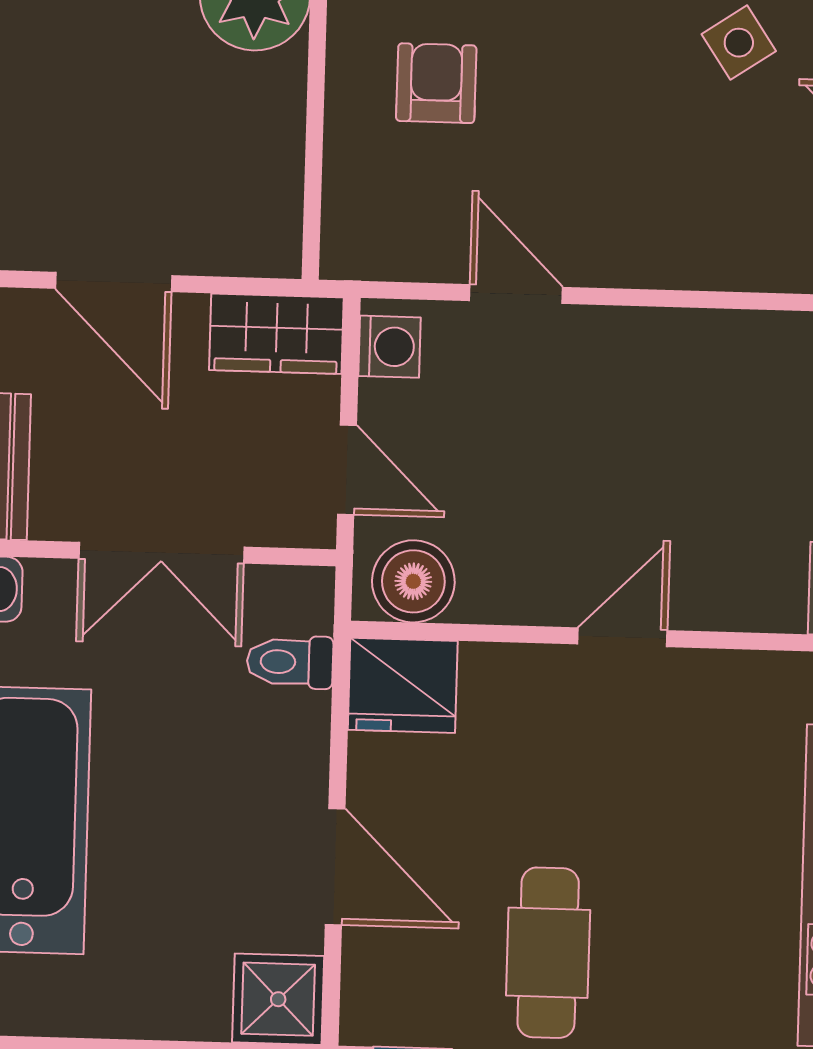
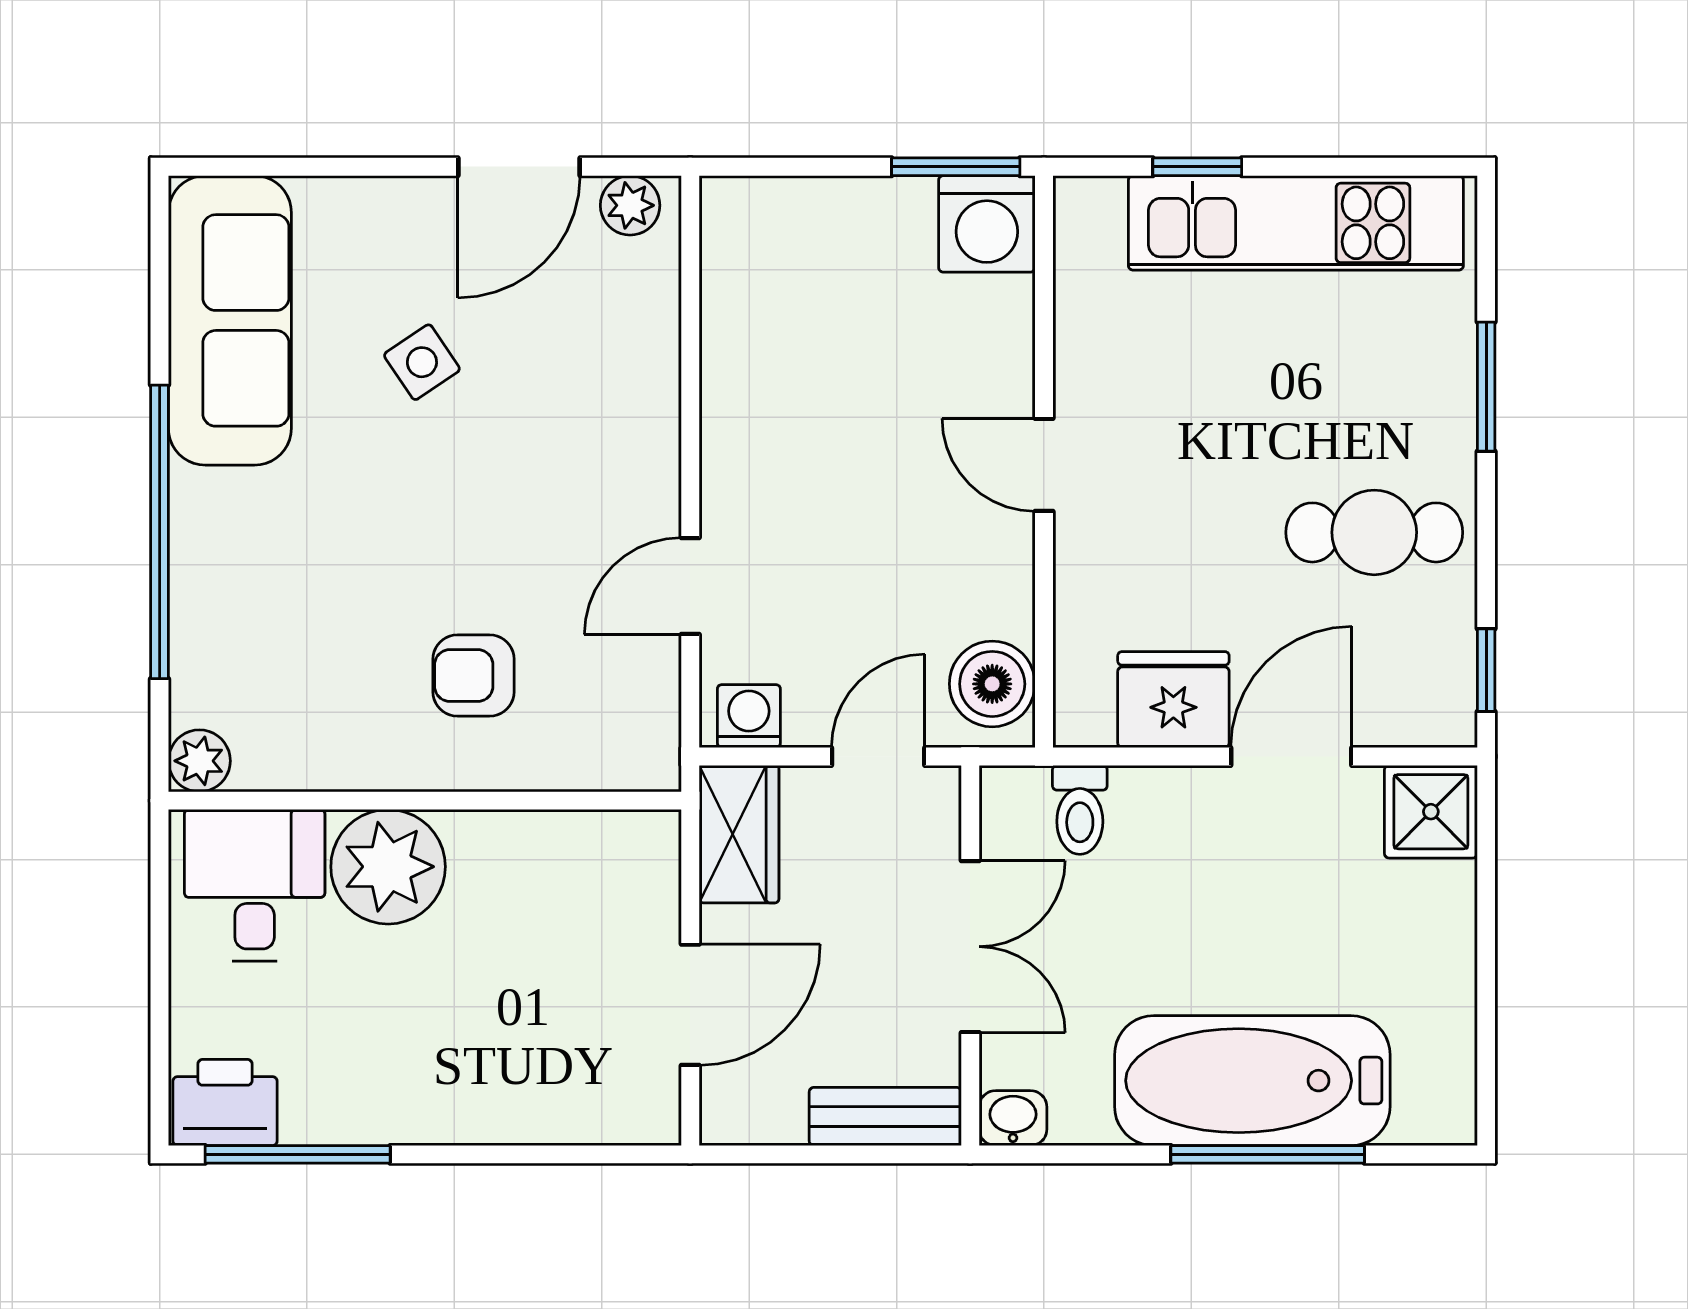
fridge: (403, 685) -> (1173, 700), moved, turned -90

